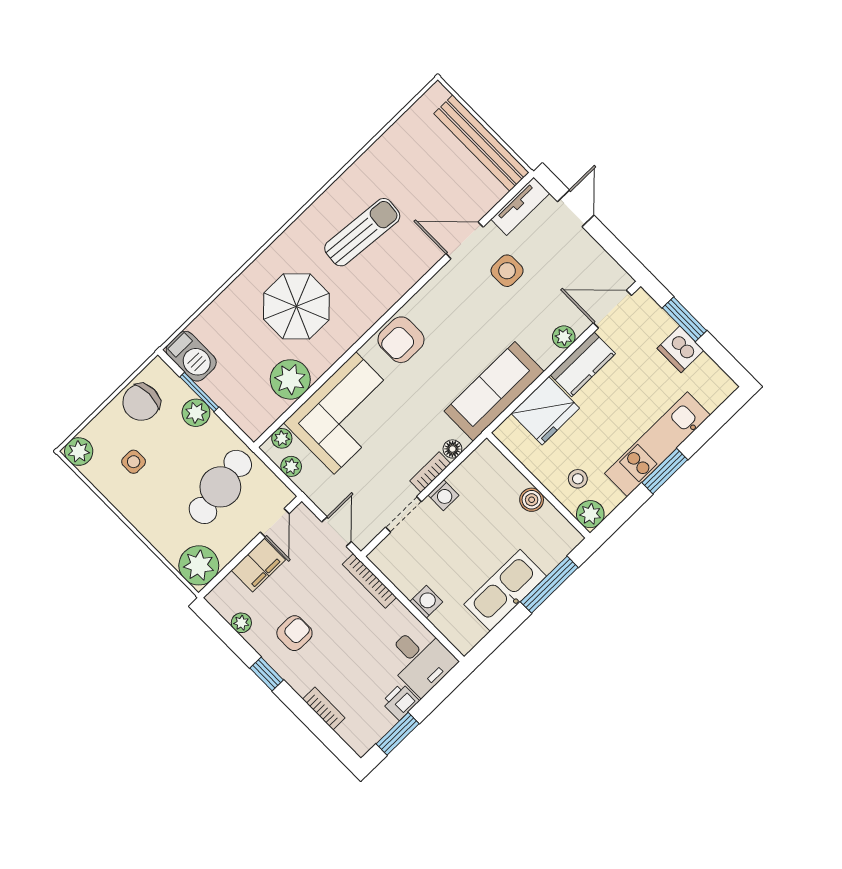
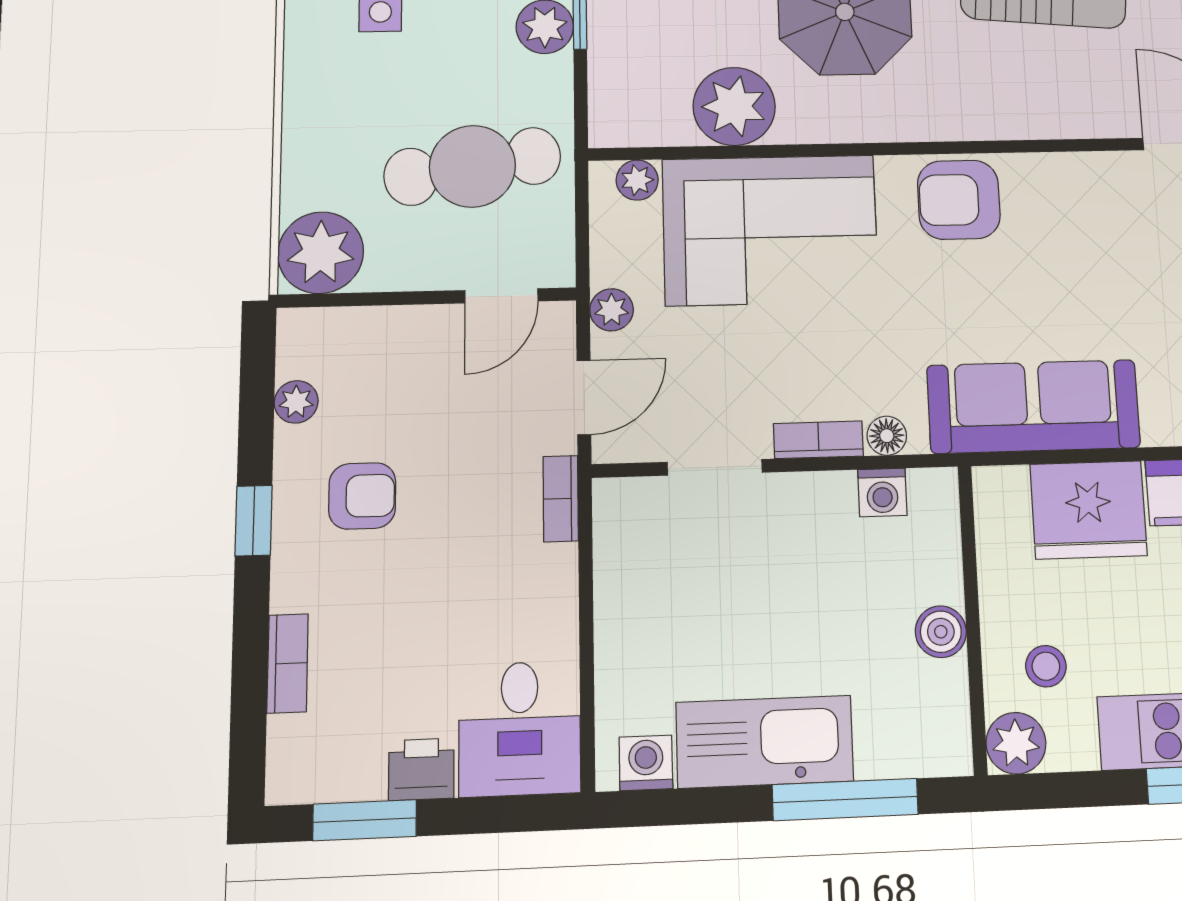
plant: (291, 466) -> (612, 310), moved
washing machine: (443, 495) -> (882, 492), moved
filing cabinet: (258, 565) -> (412, 337), removed
bookcase: (369, 581) -> (561, 499), width x0.64
washing machine: (426, 602) -> (646, 763), moved, turned -90

